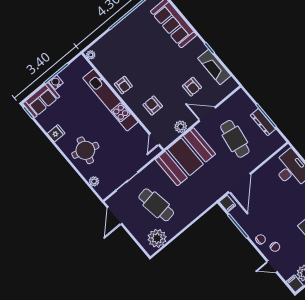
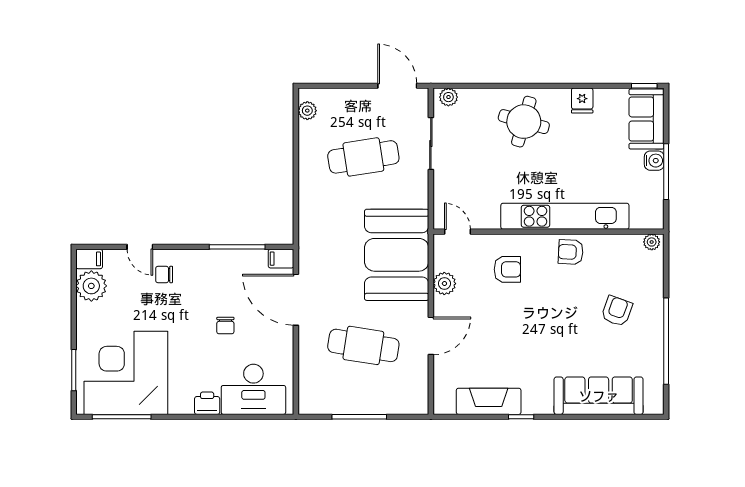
armchair: (192, 87) -> (617, 311), moved, turned 110
dresser: (263, 122) -> (354, 405), removed
plant: (94, 181) -> (448, 97), moved
plant: (157, 238) -> (307, 111), width x0.53, depth x0.53
chair: (261, 239) -> (225, 326), moved
door: (272, 267) -> (140, 247), swing flipped

